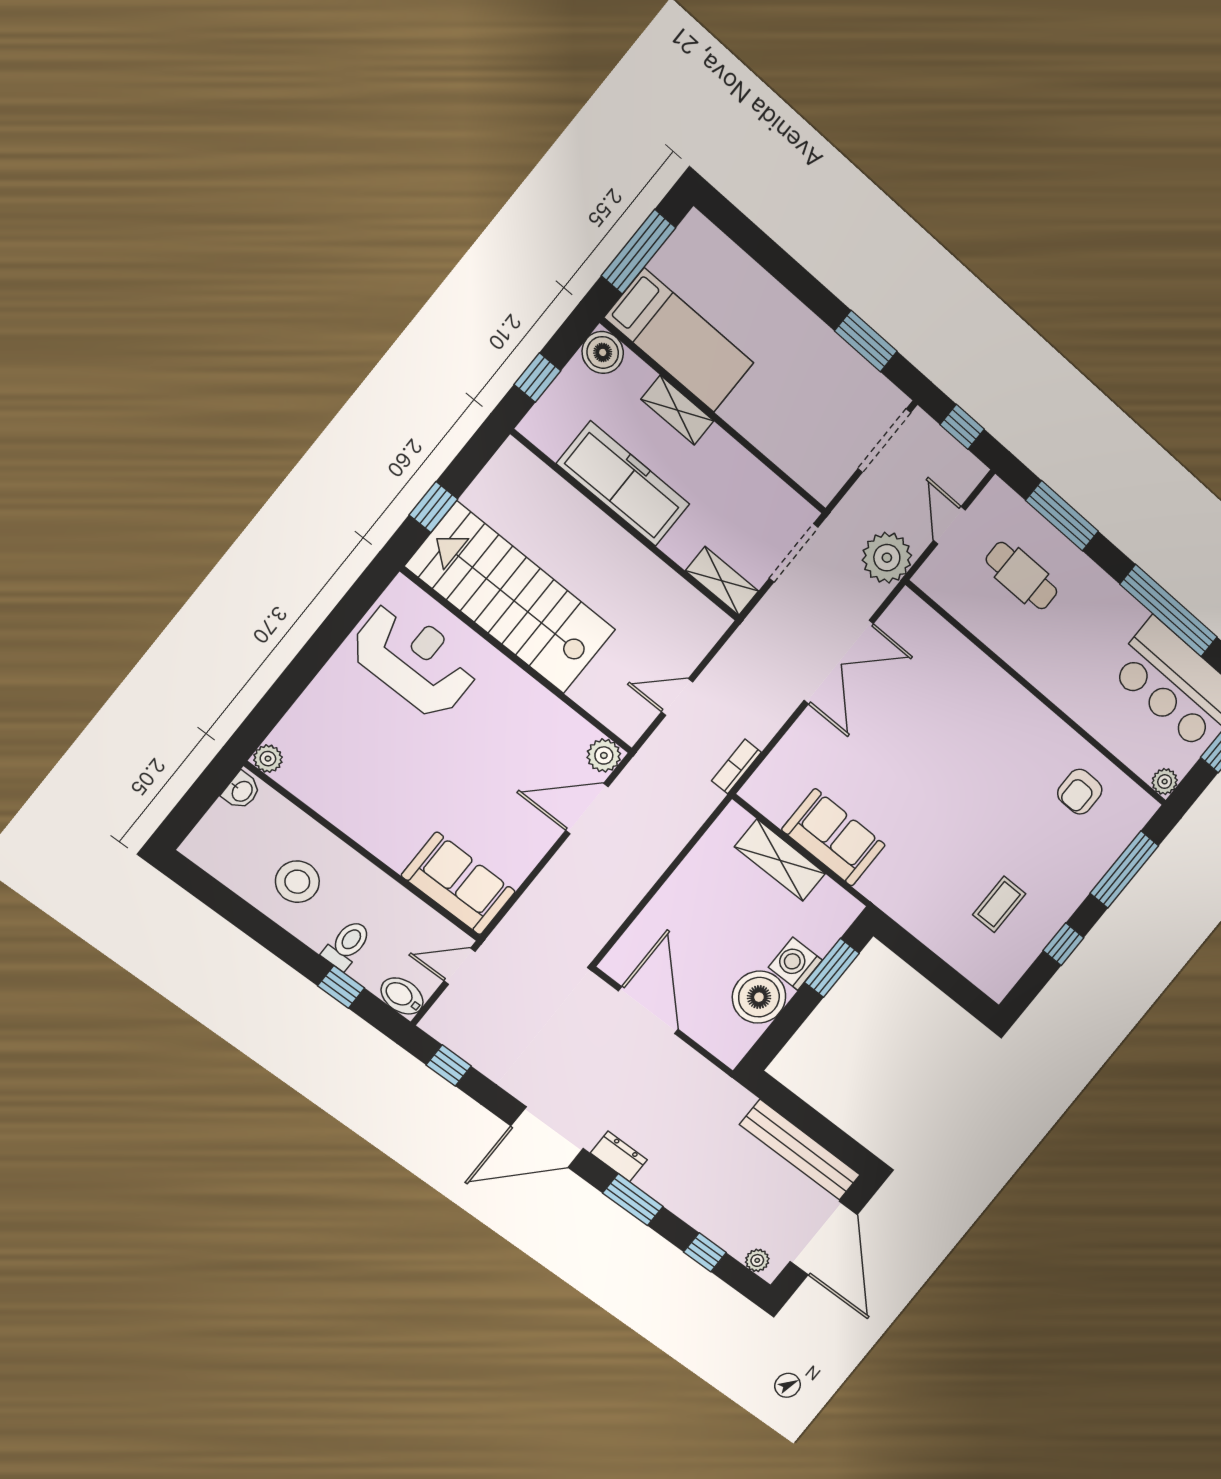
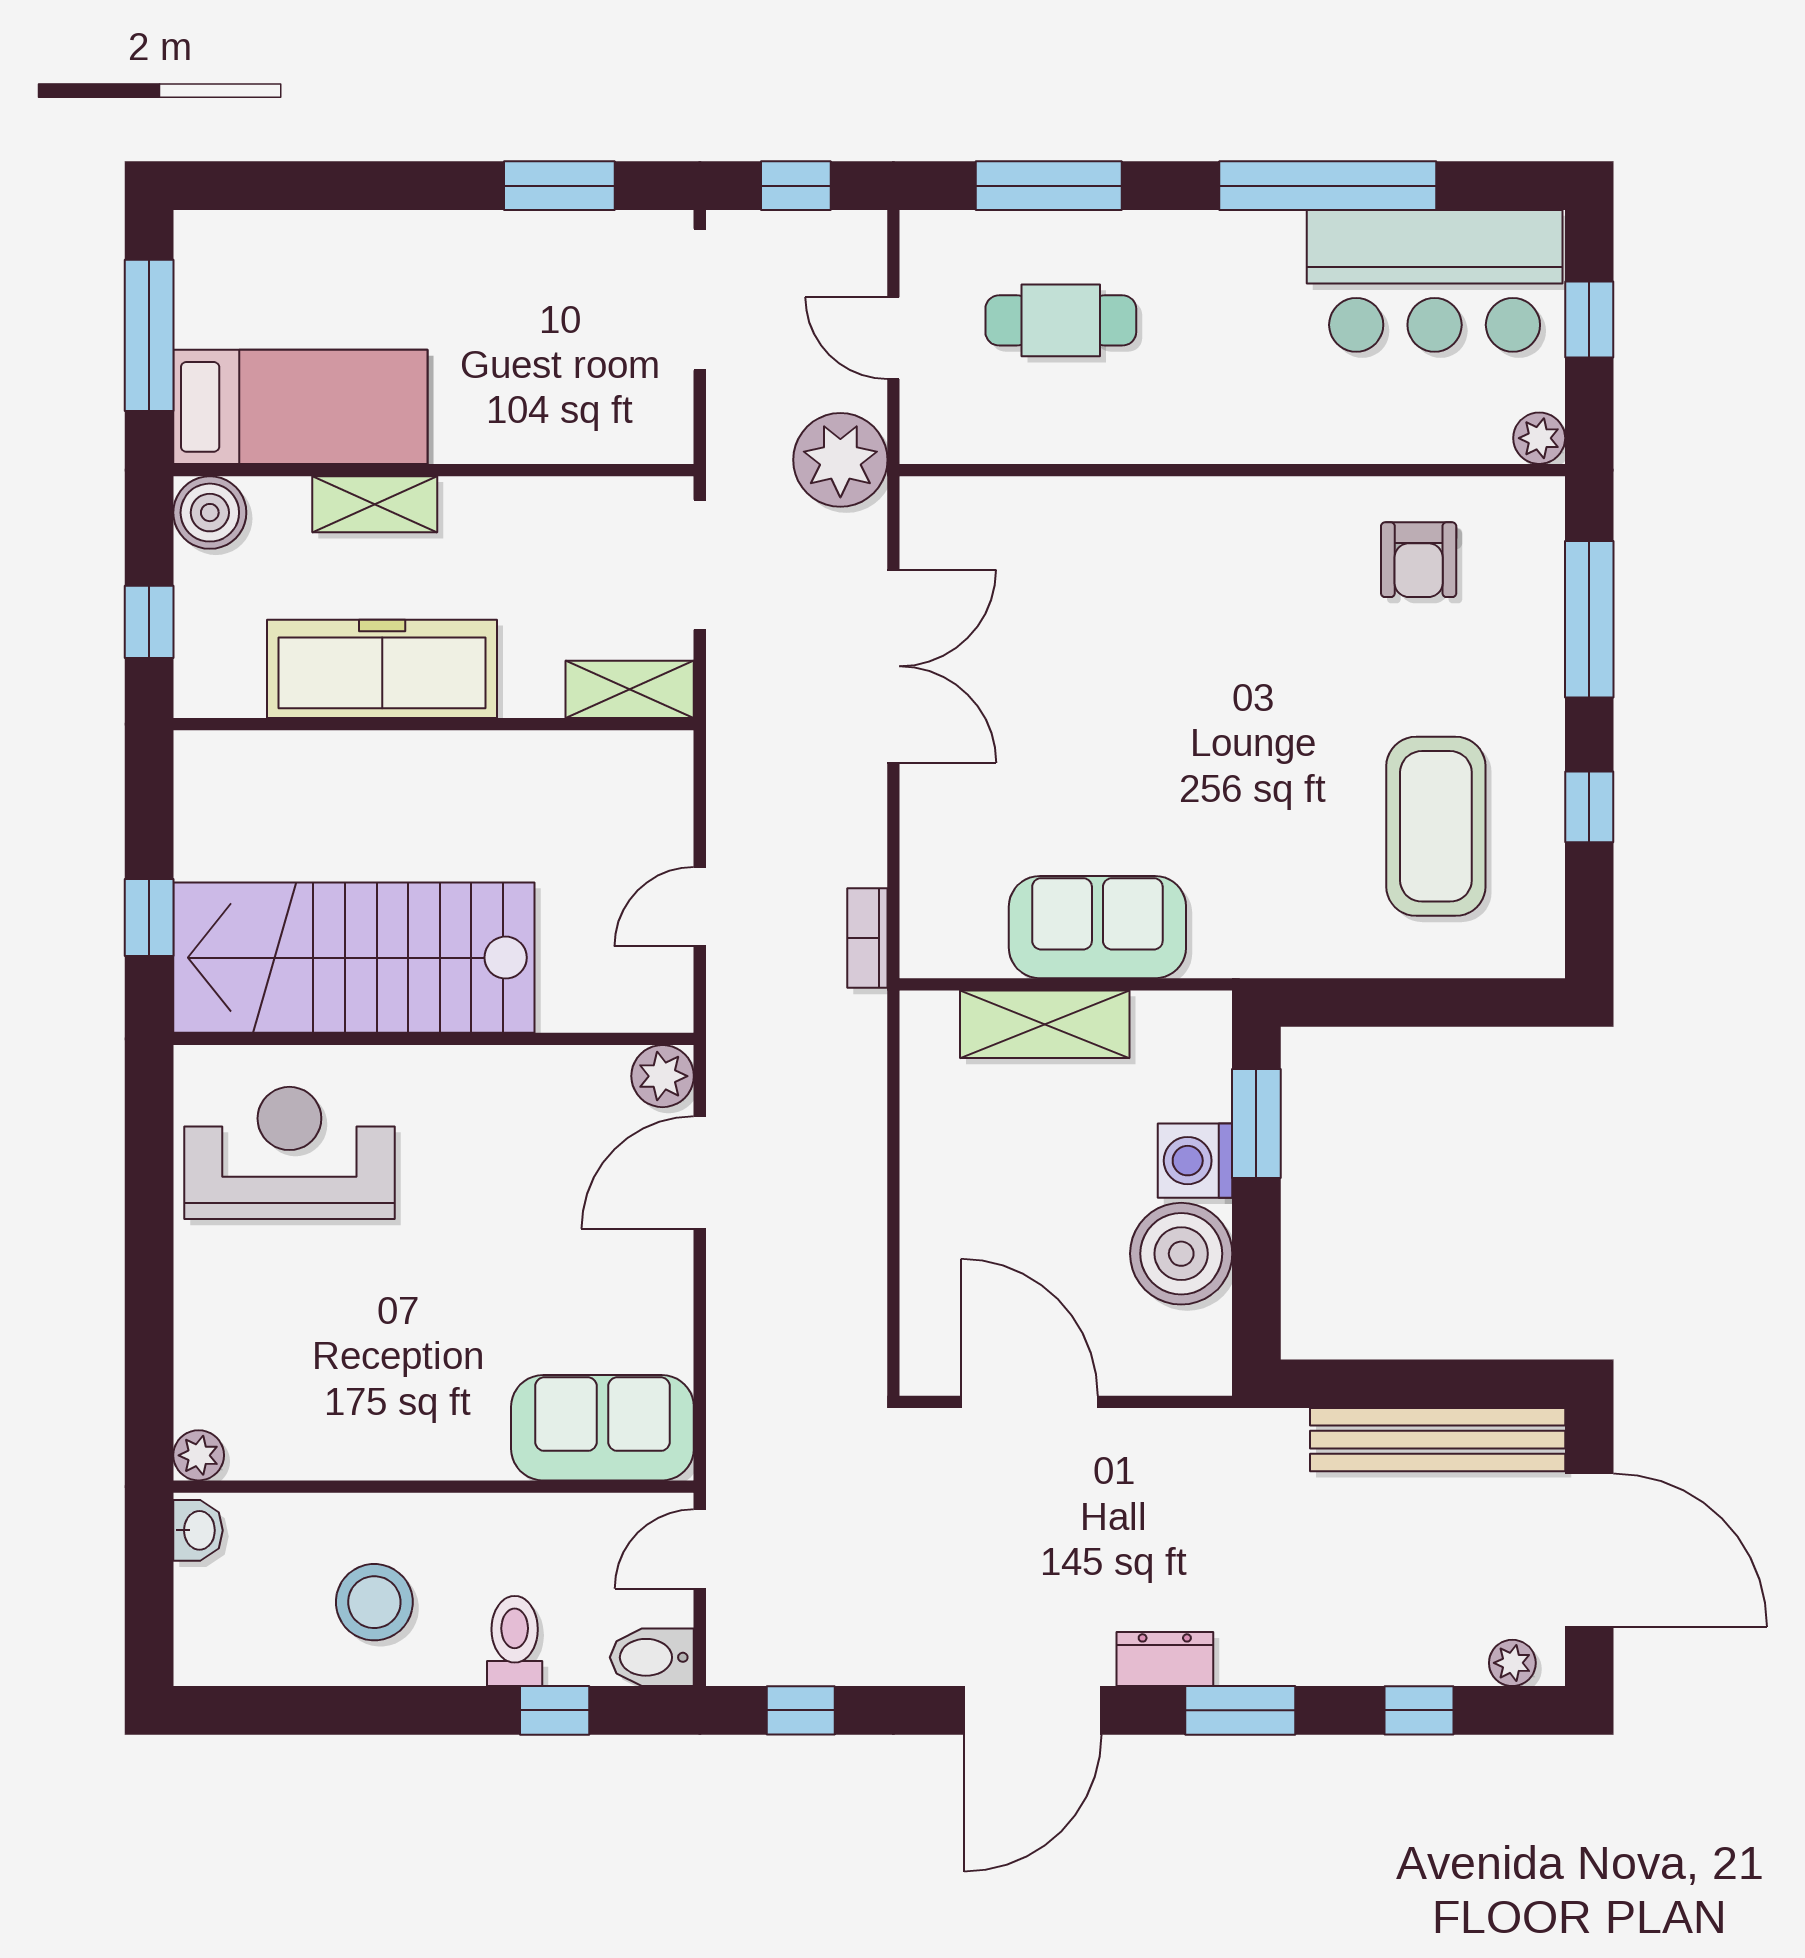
coffee table: (999, 904) -> (1436, 826), width x1.86, depth x1.72

